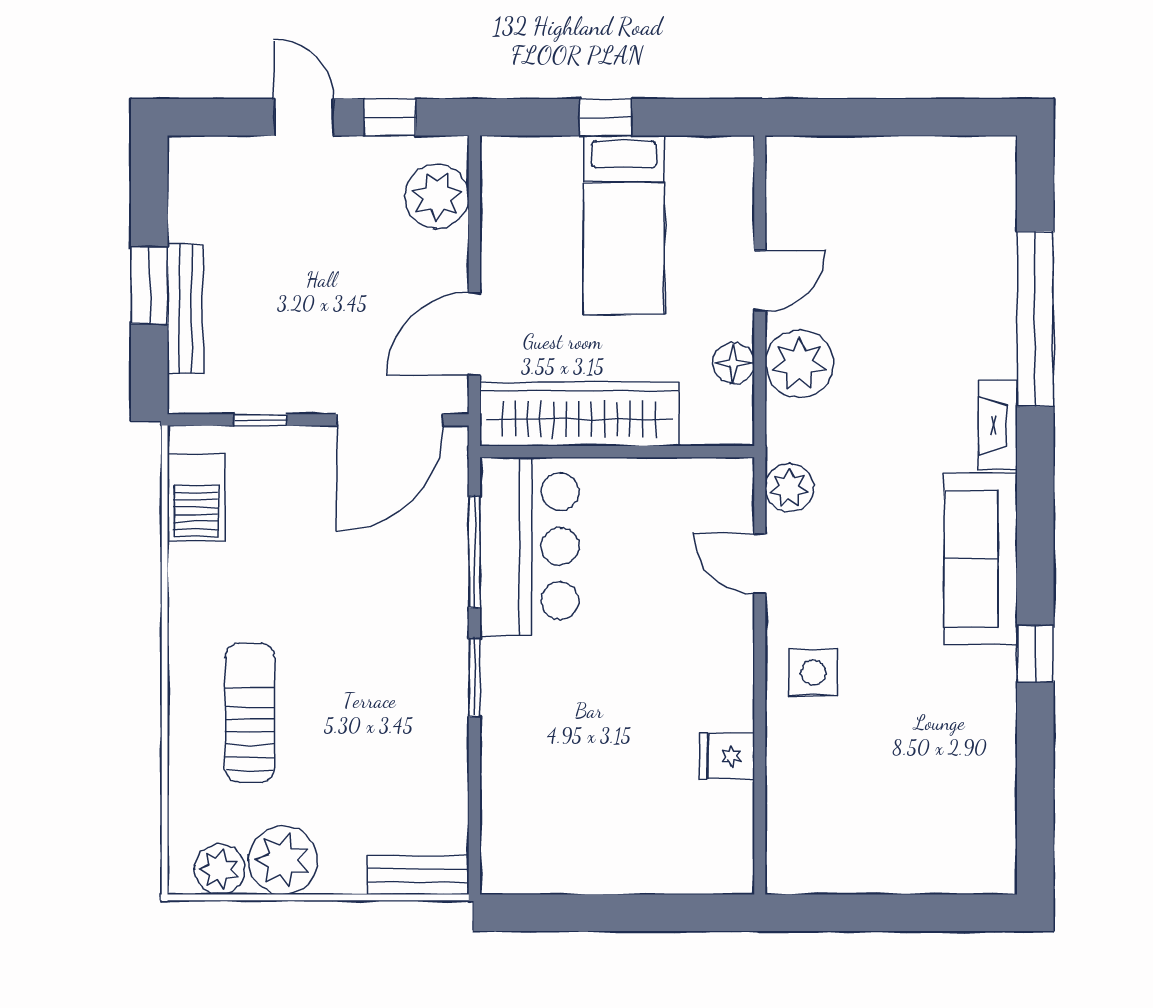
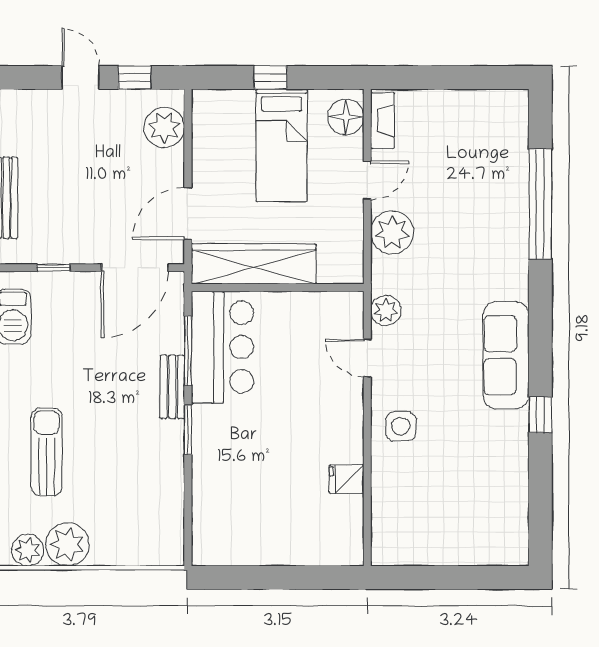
floor lamp: (734, 363) -> (346, 117), moved, width x1.38, depth x1.38
fireplace: (998, 425) -> (383, 121), moved, turned 180
bench: (418, 875) -> (172, 387), moved, turned 90

